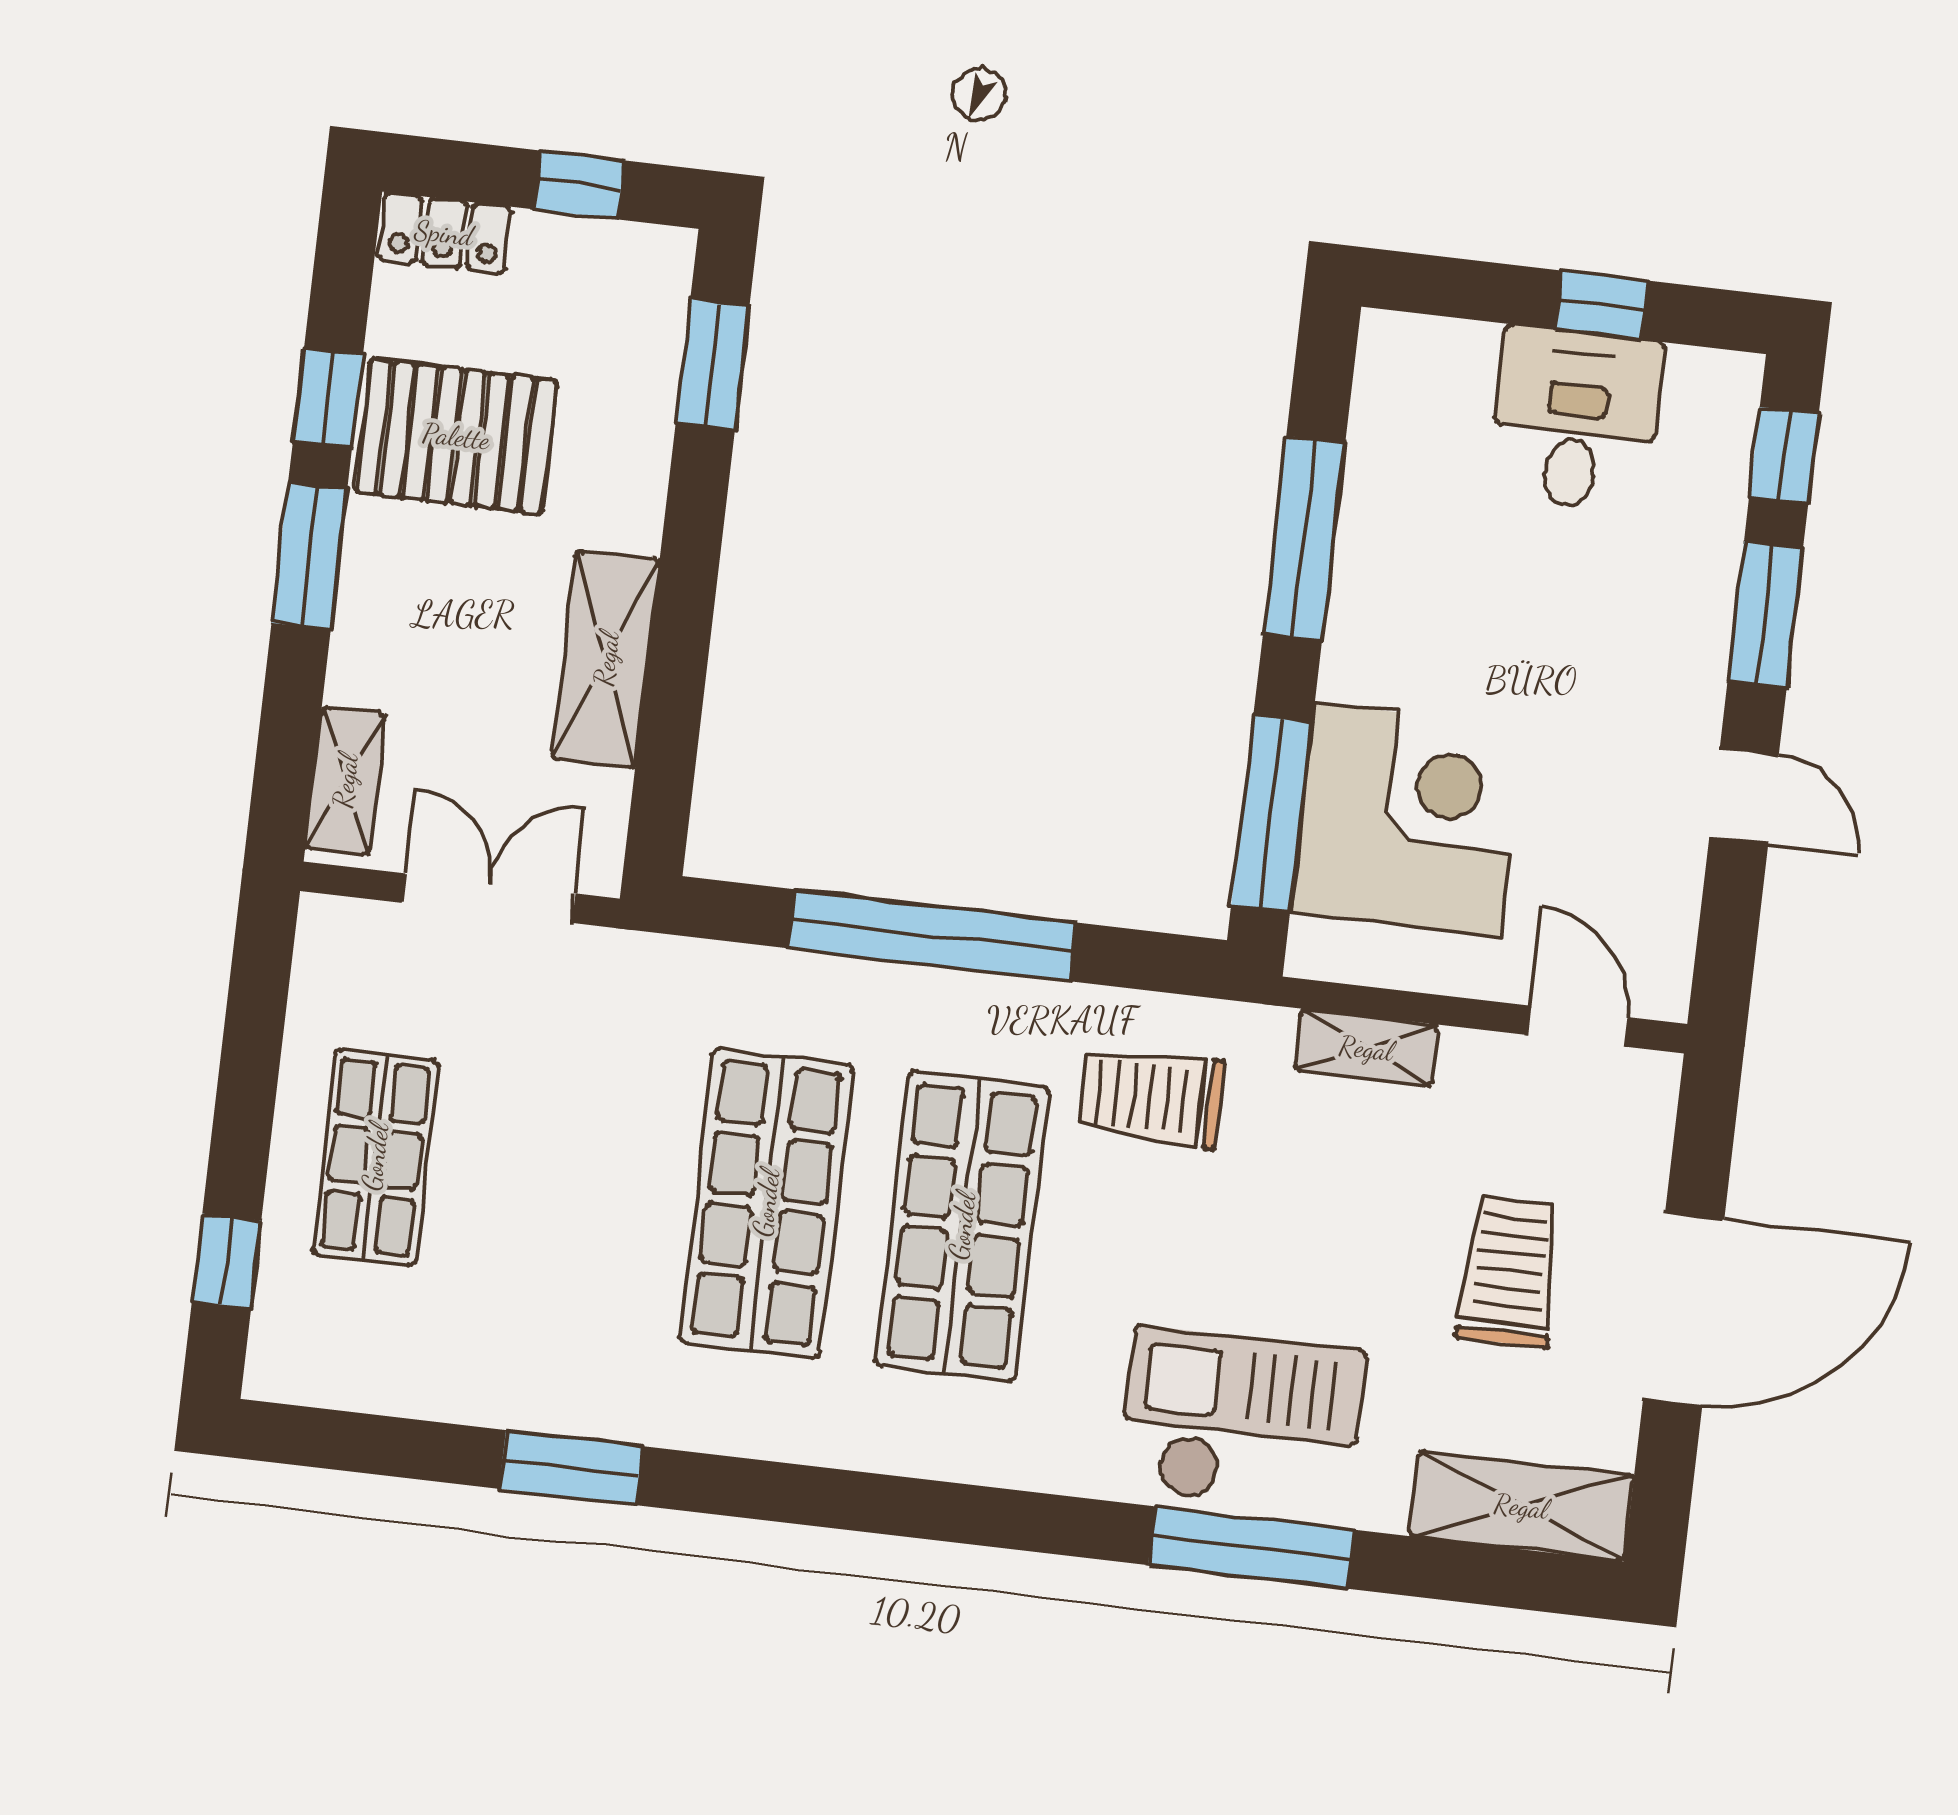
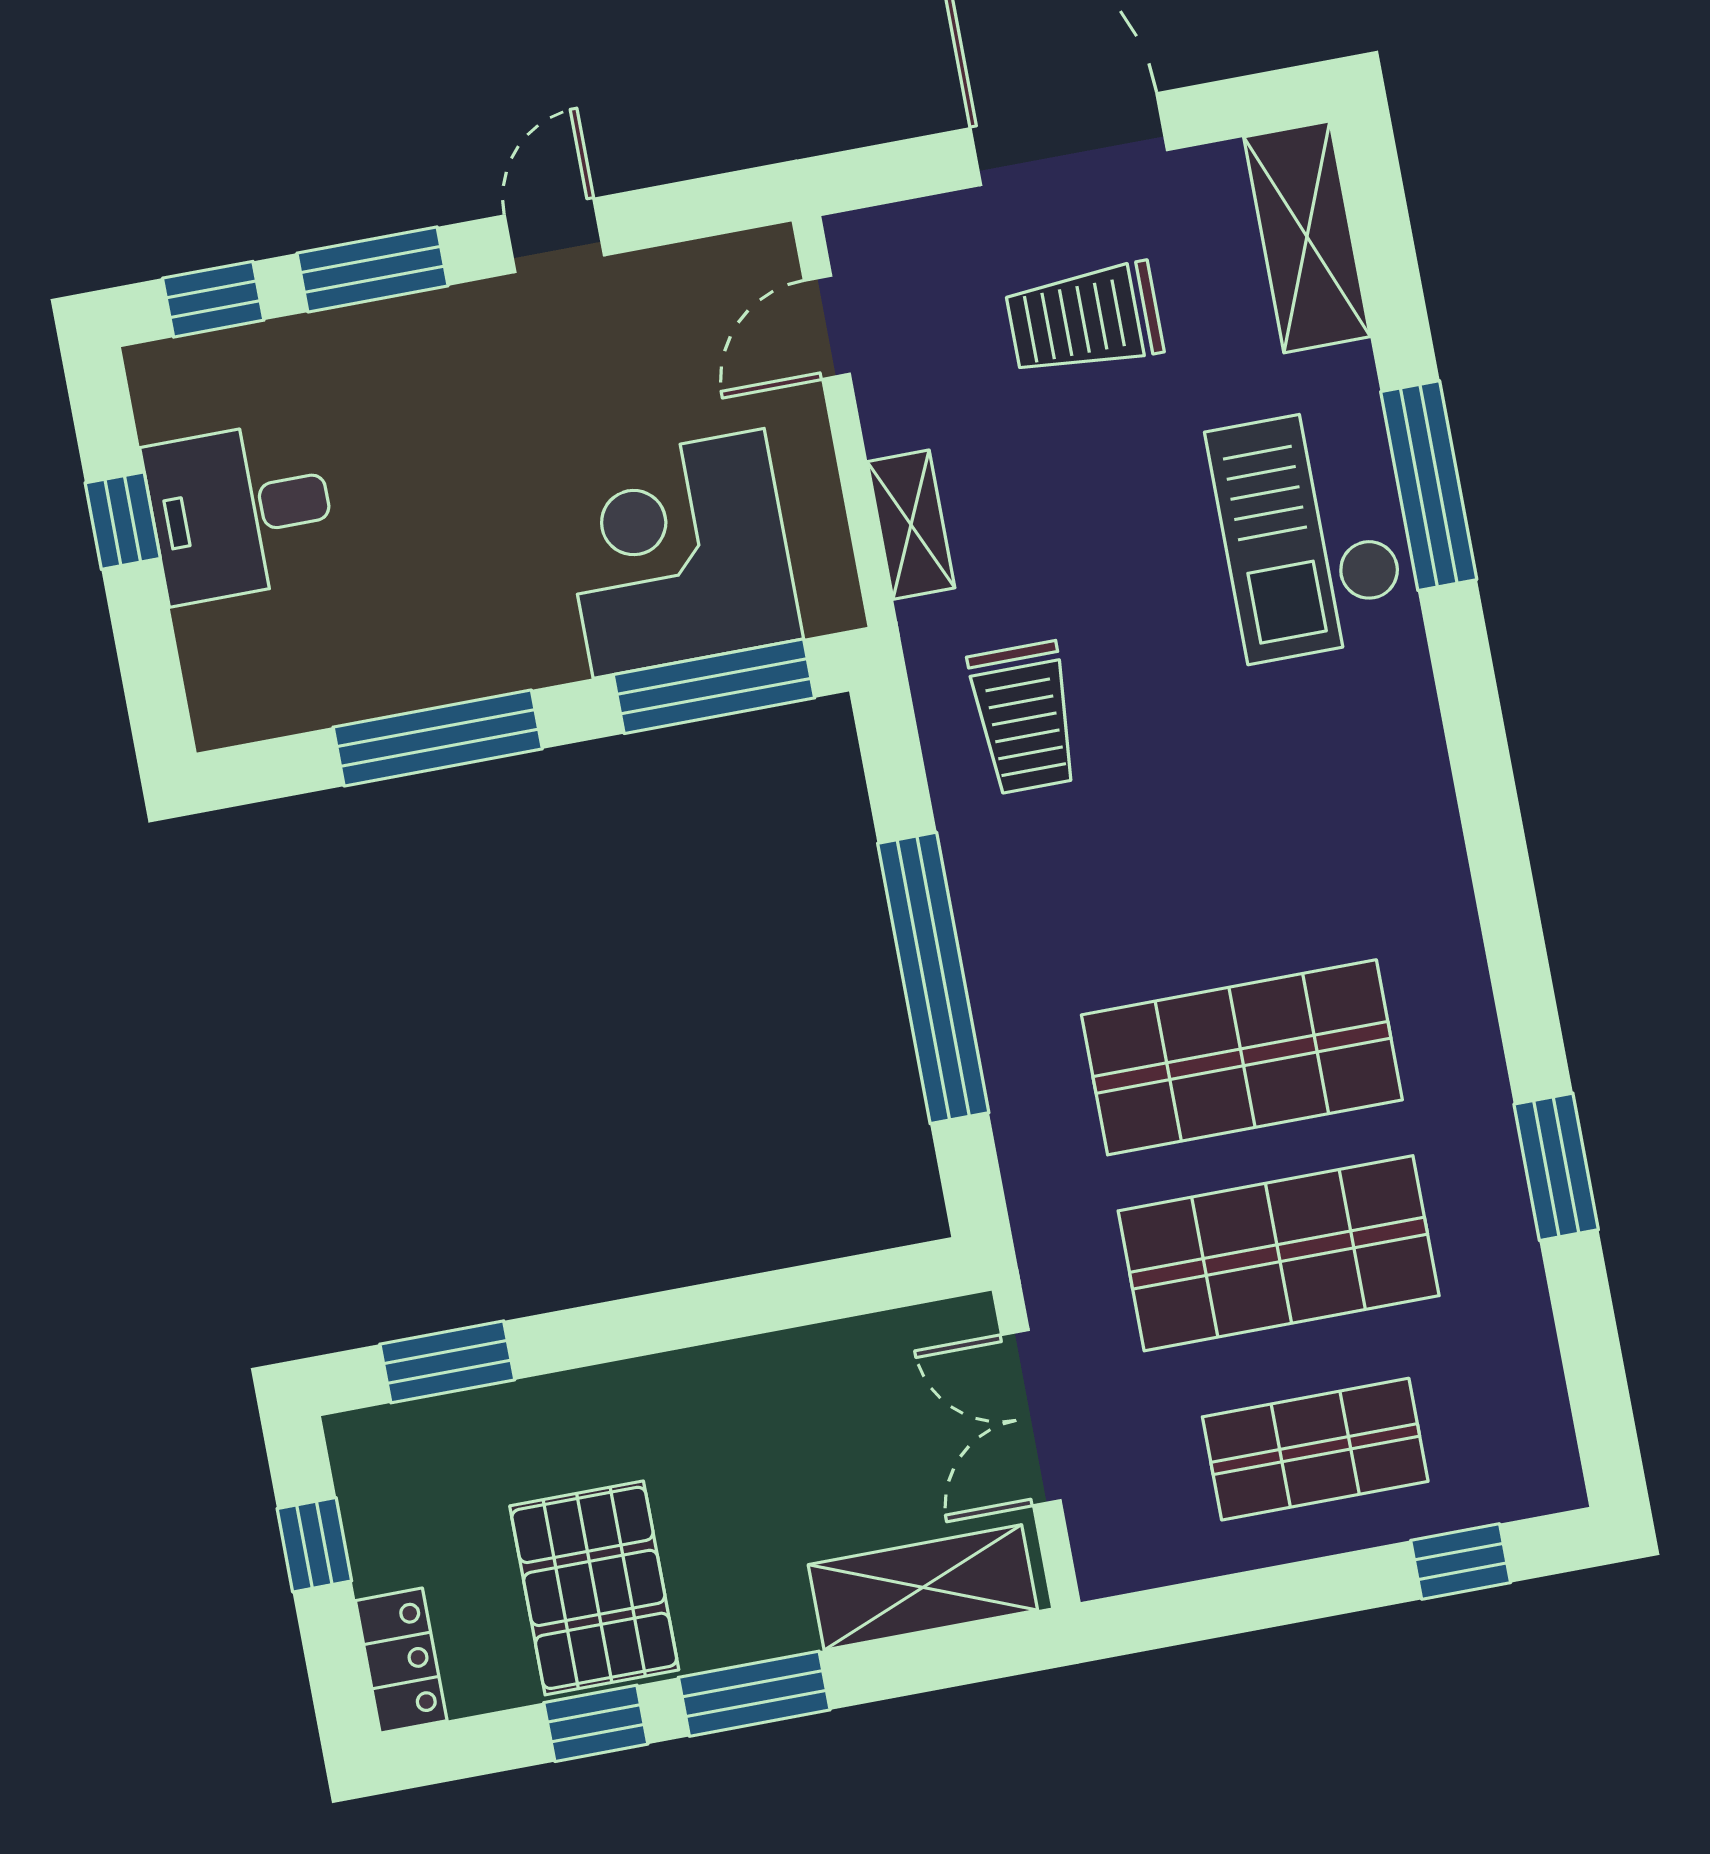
shelving: (606, 659) -> (764, 1376), removed
shelving: (345, 781) -> (923, 1587), width x1.50, depth x1.33
shop shelf: (962, 1226) -> (1279, 1253), moved

